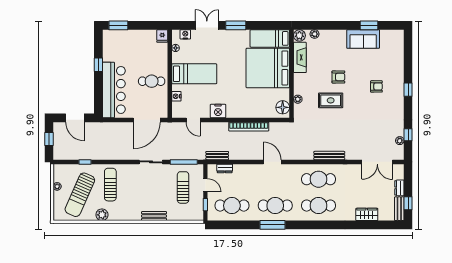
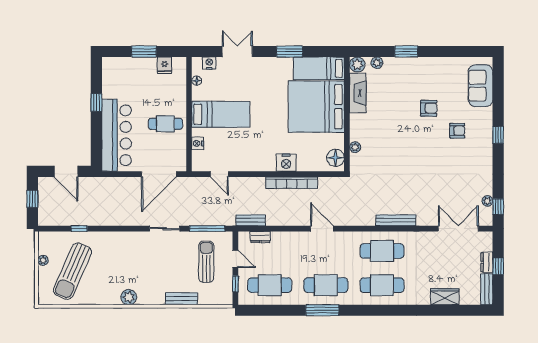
window: (118, 25) -> (144, 52), moved
window: (236, 25) -> (290, 52), moved
window: (369, 25) -> (406, 52), moved
fridge: (162, 36) -> (164, 65), moved
sofa: (363, 39) -> (481, 86), moved, turned 90
armchair: (338, 77) -> (429, 108), moved
rug: (331, 100) -> (398, 149), removed
nightstand: (218, 111) -> (286, 163), moved
window: (408, 135) -> (498, 207), moved
double door: (377, 162) -> (458, 229), swing flipped
sun lounger: (110, 185) -> (112, 258), removed
window: (408, 203) -> (498, 266), moved
plant: (102, 215) -> (129, 297), moved
bench: (154, 216) -> (182, 299), moved

